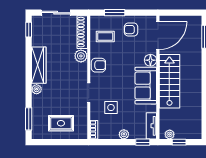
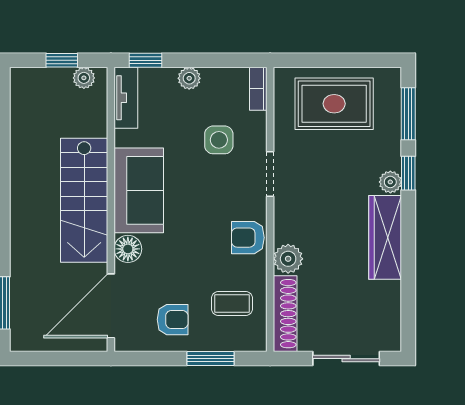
window: (29, 30) -> (408, 173), moved
rug: (61, 123) -> (334, 104), width x1.36, depth x1.43

